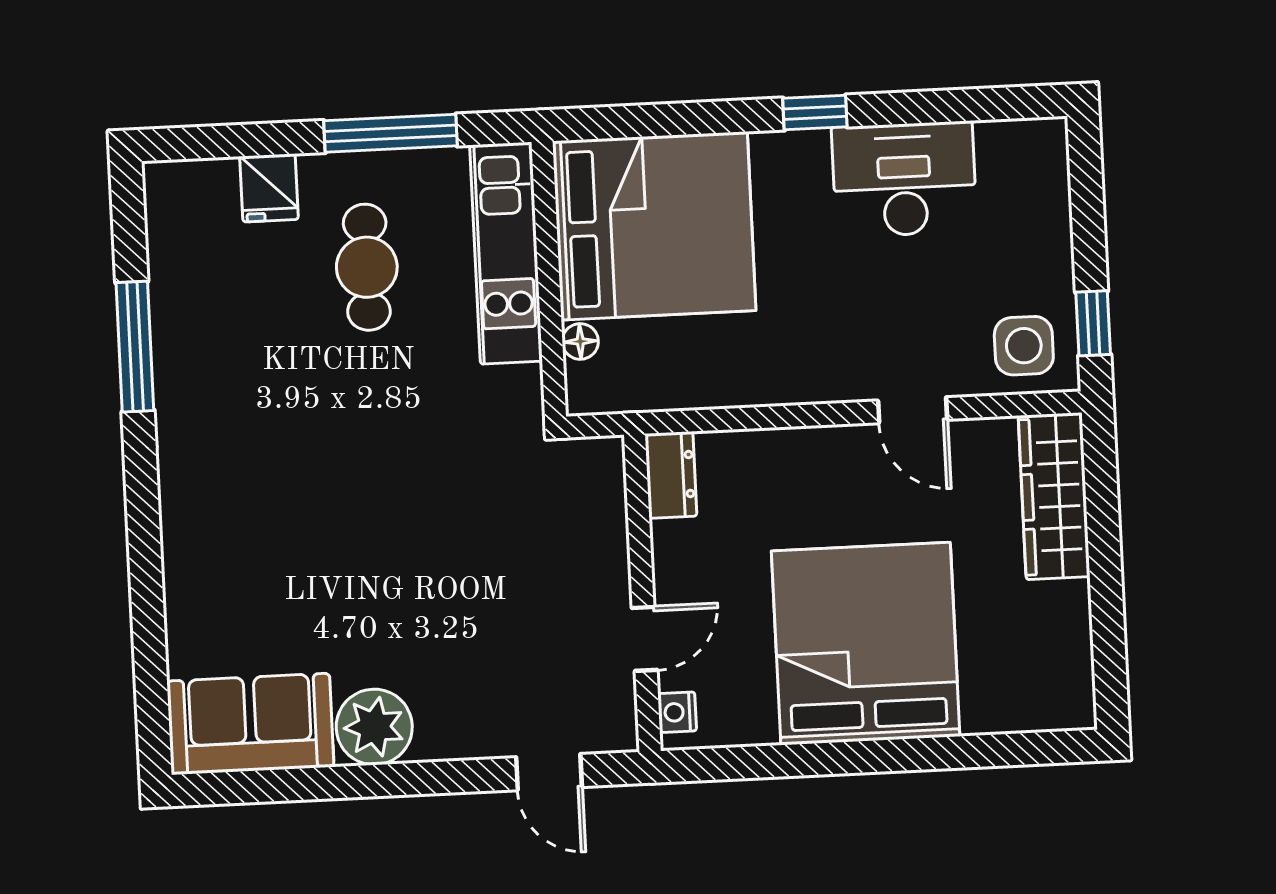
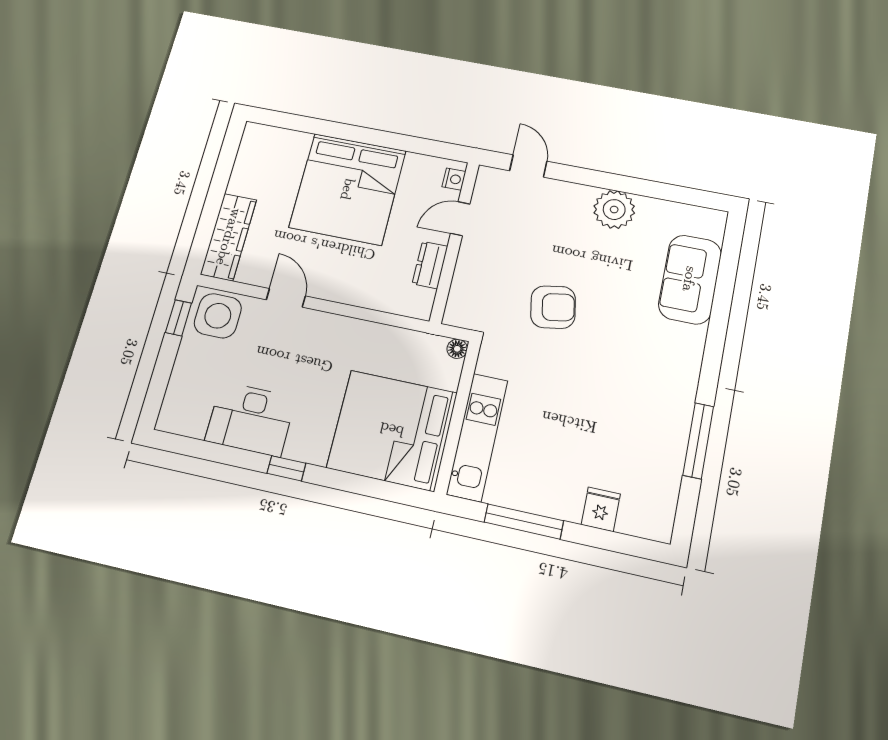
cafe table: (367, 267) -> (557, 450), removed
floor lamp: (580, 341) -> (457, 349), moved
side table: (1024, 346) -> (218, 316), width x1.37, depth x1.37
dresser: (671, 475) -> (430, 265), moved
armchair: (437, 517) -> (553, 307), added
sofa: (250, 724) -> (690, 279), moved, turned 90

